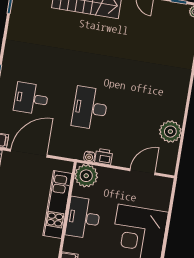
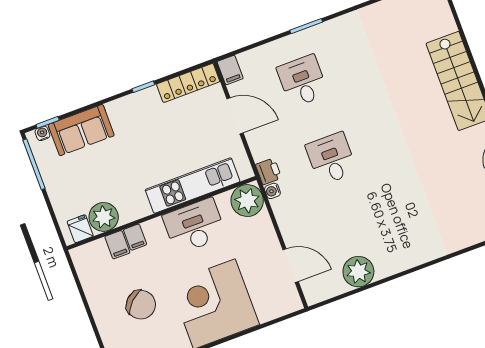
desk: (90, 108) -> (331, 159), width x0.73
door: (29, 153) -> (235, 116), width x0.73
printer: (104, 157) -> (269, 171), moved

